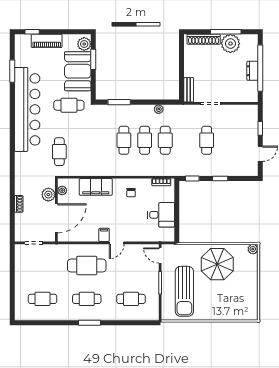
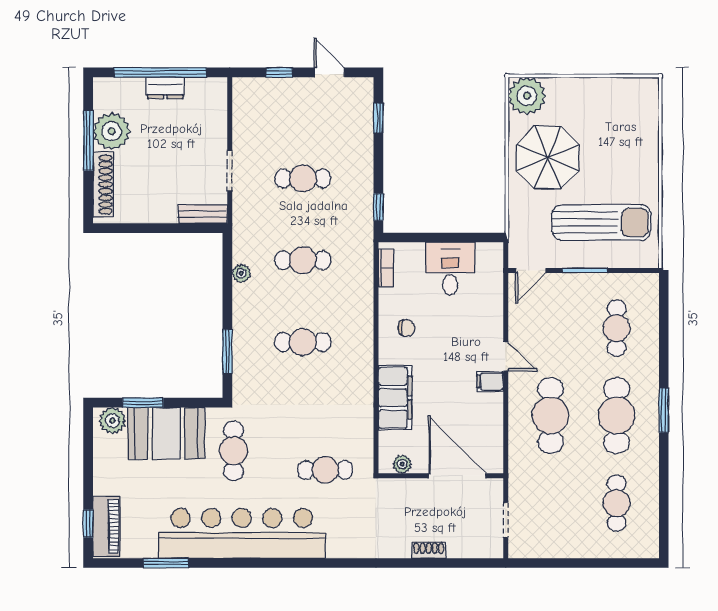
piano: (47, 41) -> (106, 526), moved
cafe table: (145, 140) -> (303, 301), removed
window: (220, 178) -> (378, 118), moved
plant: (48, 195) -> (410, 491), removed
plant: (253, 249) -> (527, 96), width x1.88, depth x1.88
cafe table: (87, 299) -> (617, 416), width x1.37, depth x1.35

